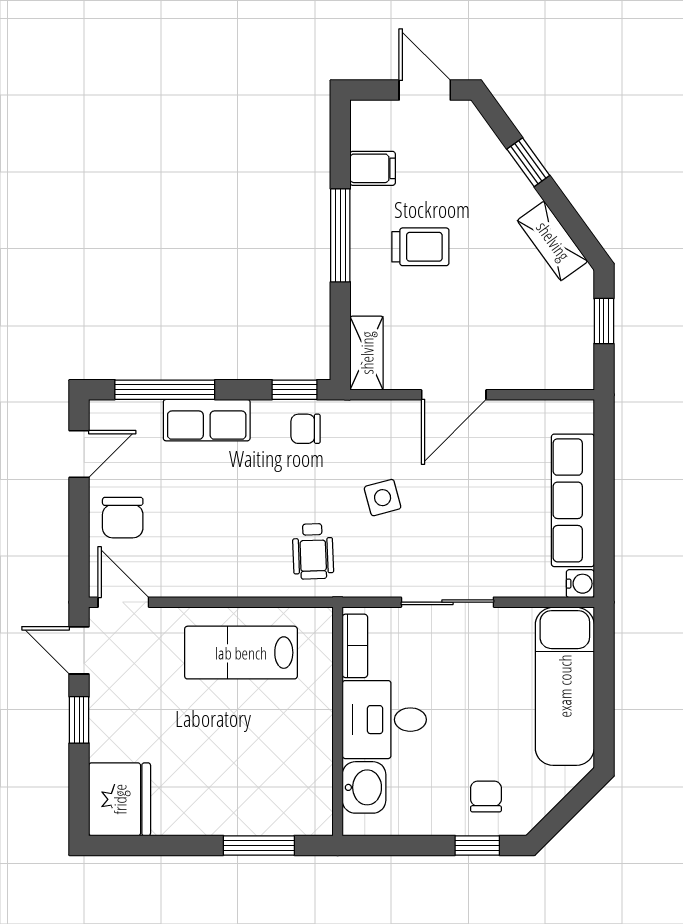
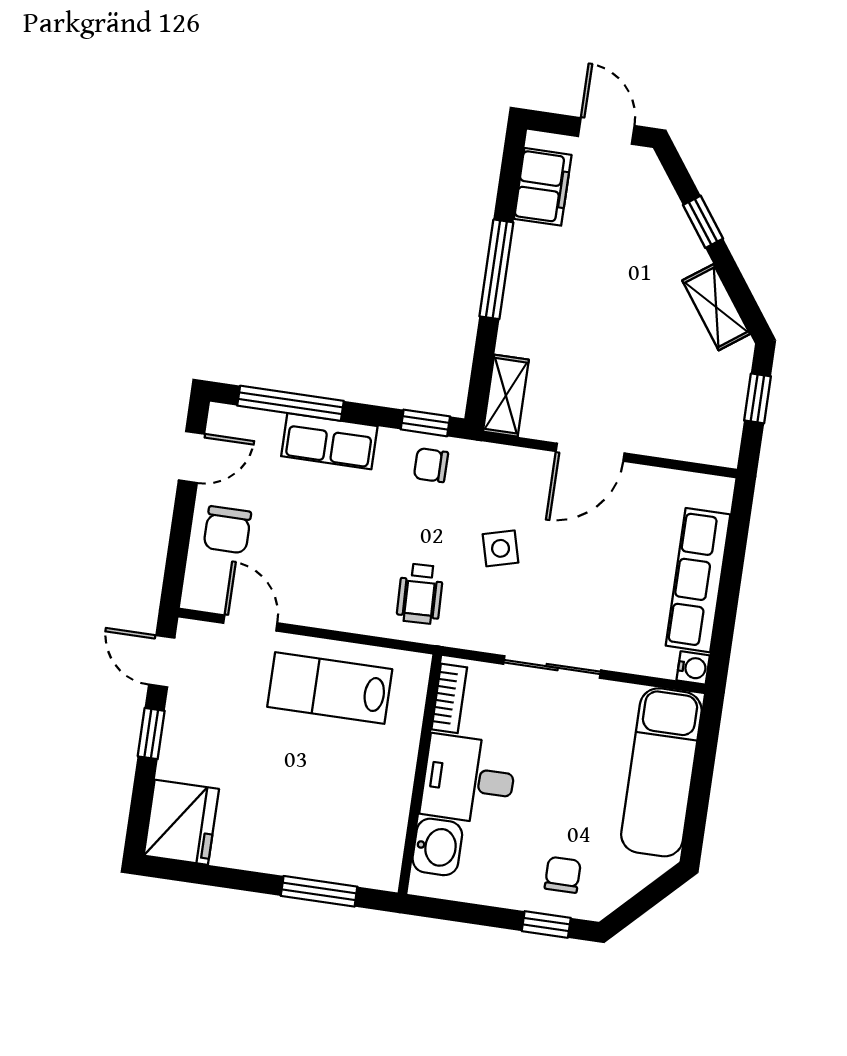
filing cabinet: (373, 168) -> (543, 187), width x2.00
trolley: (420, 247) -> (578, 293), removed
door: (123, 602) -> (250, 623), moved

